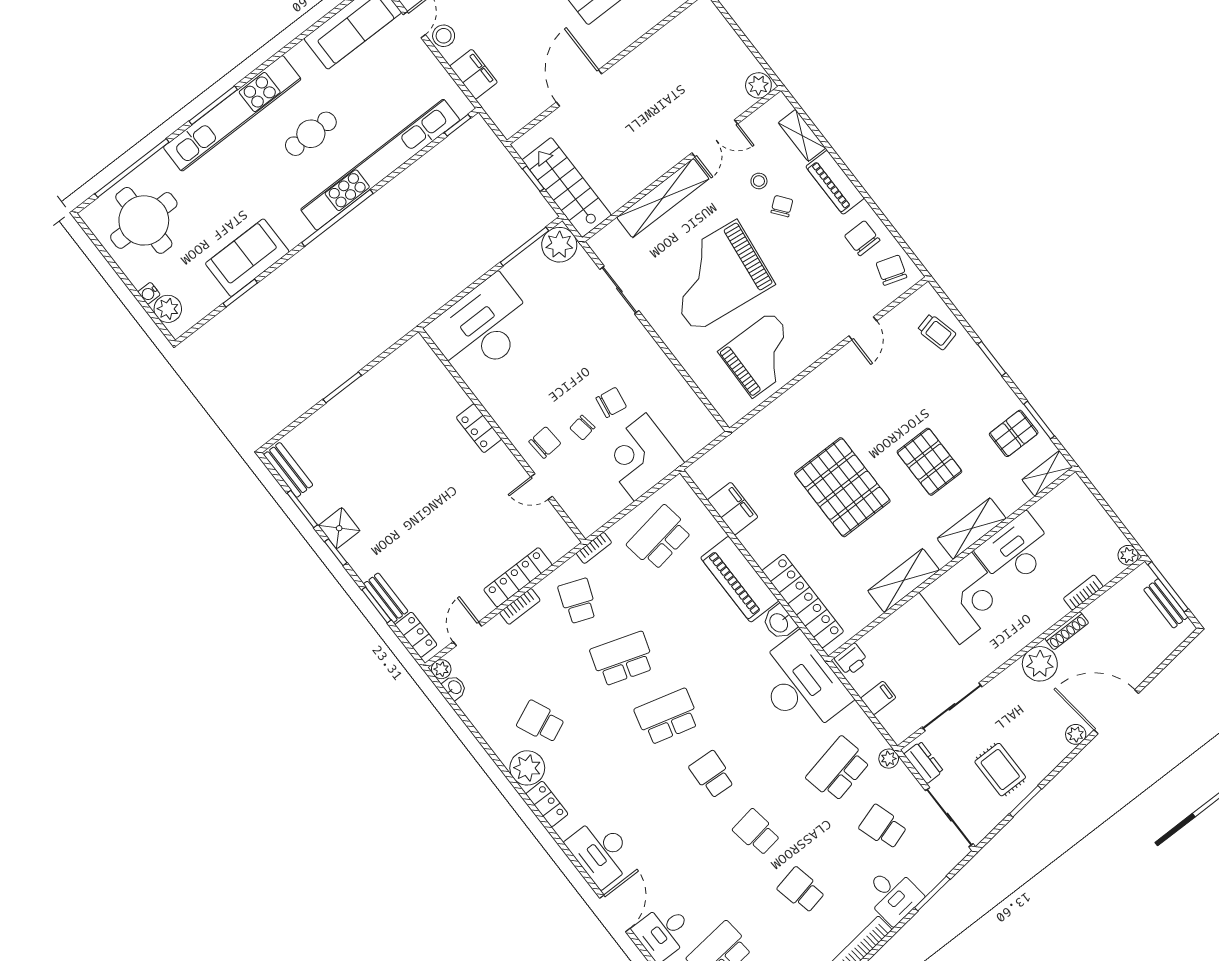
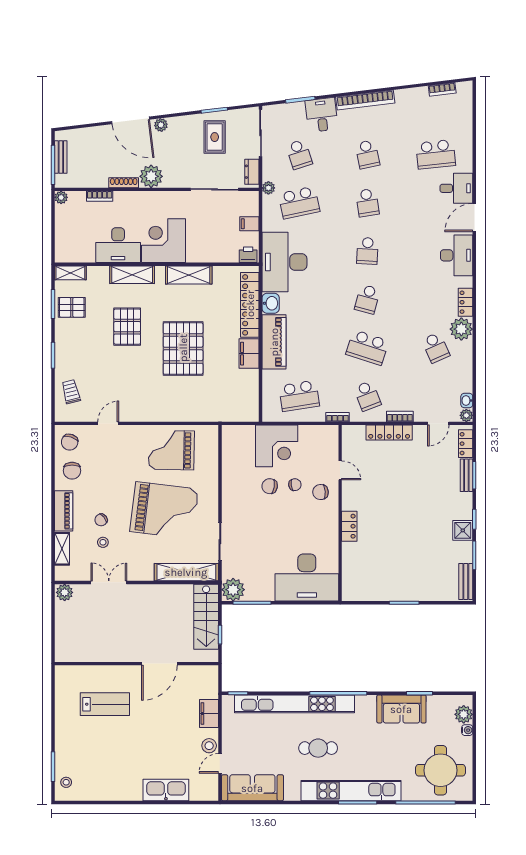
shelving: (663, 198) -> (186, 572), moved
filing cabinet: (733, 509) -> (249, 354), moved
school desk: (578, 601) -> (367, 396), turned -42
school desk: (667, 717) -> (367, 299), width x0.54

